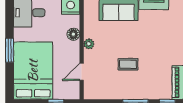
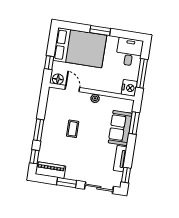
floor lamp: (73, 34) -> (58, 79), moved

